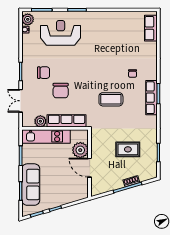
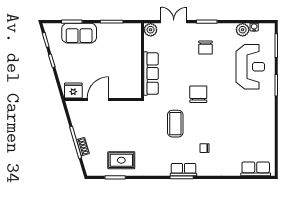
plant: (28, 19) -> (243, 30), moved
chair: (61, 91) -> (198, 94), moved, turned 90
row of seats: (152, 98) -> (183, 170), width x0.68
plant: (40, 121) -> (151, 30), moved
kitchen unit: (46, 136) -> (133, 50), removed
rug: (128, 149) -> (121, 160), moved, turned 90
plant: (80, 150) -> (118, 89), removed
sofa: (31, 185) -> (79, 33), width x0.73
fridge: (82, 190) -> (73, 91), added

